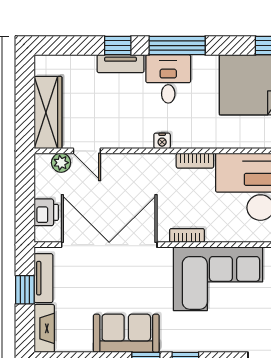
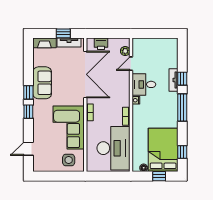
desk: (168, 79) -> (144, 84), moved, turned 180
wardrobe: (48, 112) -> (150, 45), removed

